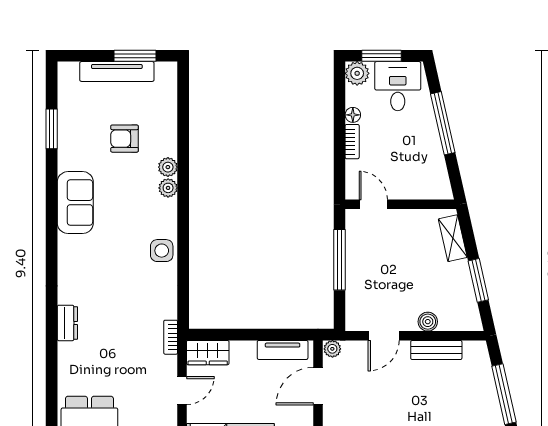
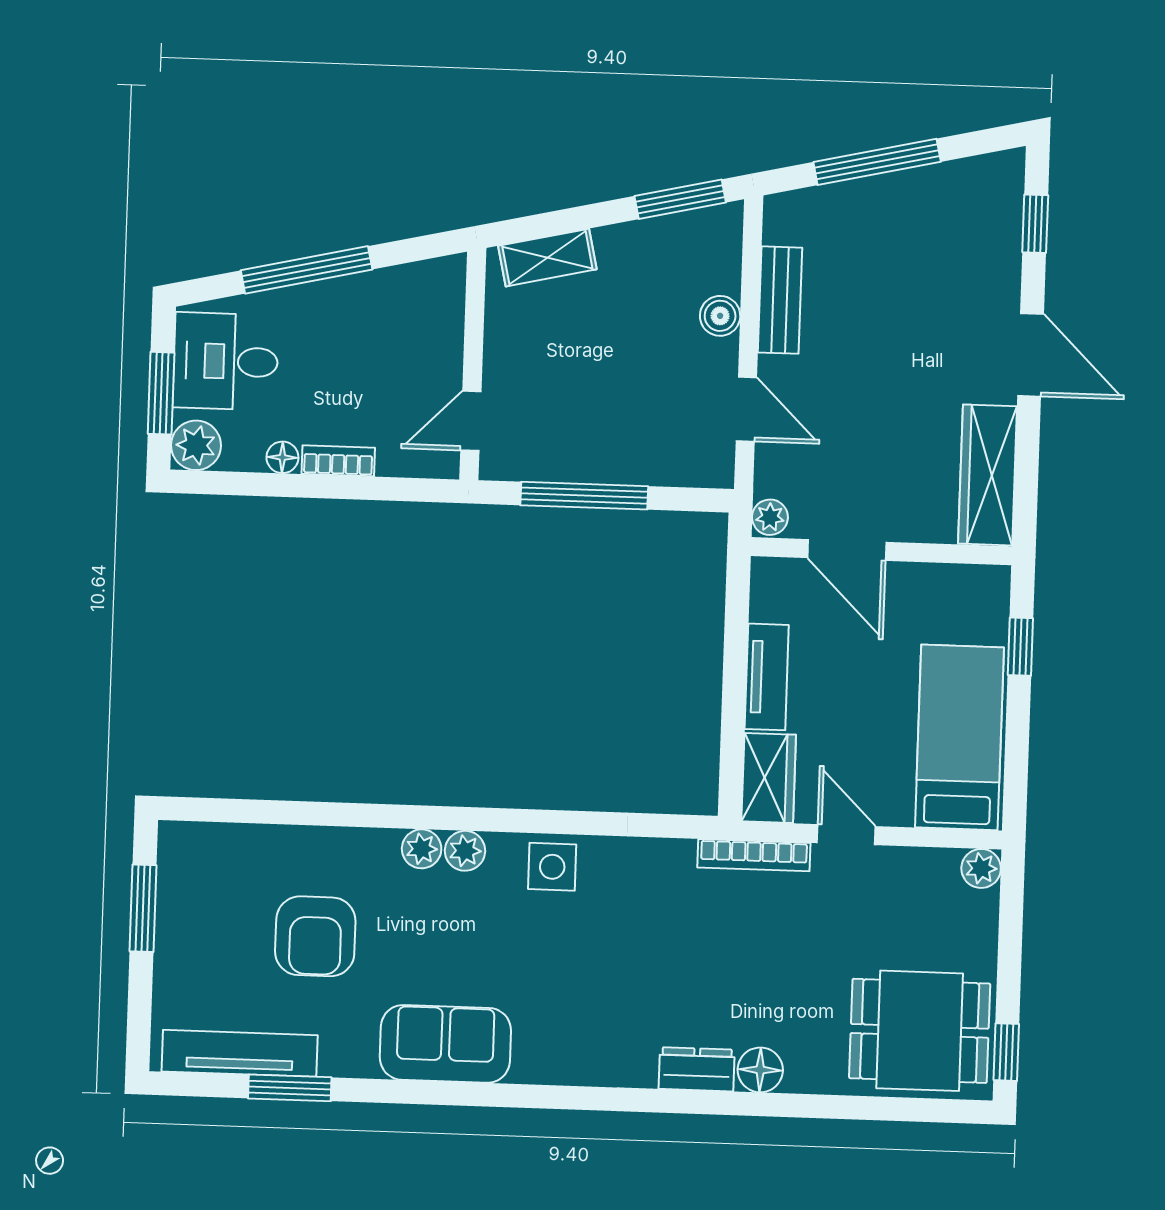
tv unit: (117, 71) -> (240, 1053), moved, turned -90
armchair: (125, 139) -> (315, 936), width x1.38, depth x1.38
plant: (168, 167) -> (465, 851), moved
window: (478, 280) -> (680, 199), moved
bookcase: (171, 337) -> (754, 855), width x1.56
tv unit: (283, 350) -> (767, 677), moved
floor lamp: (68, 353) -> (760, 1070), added

